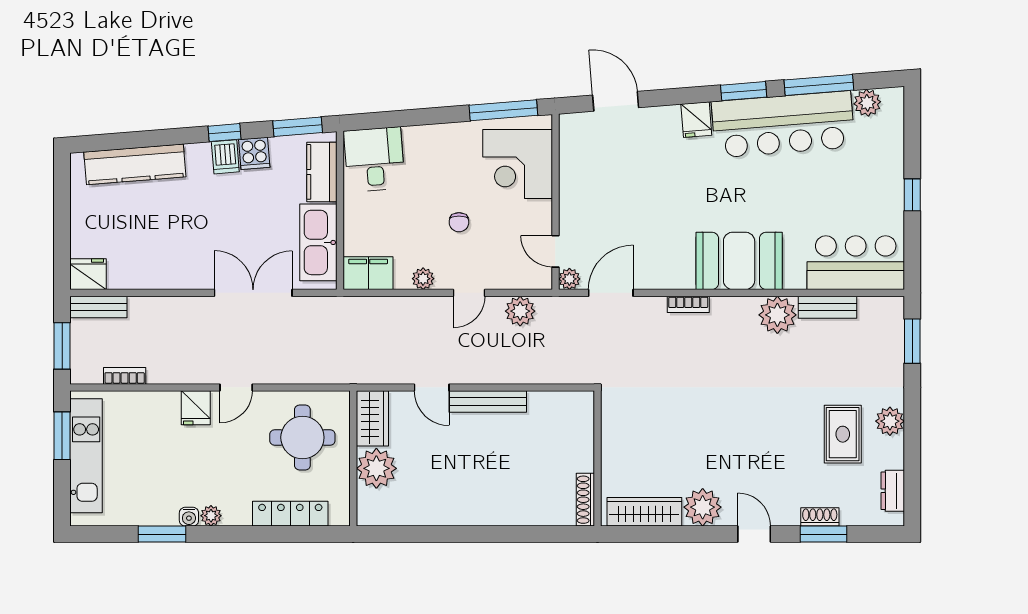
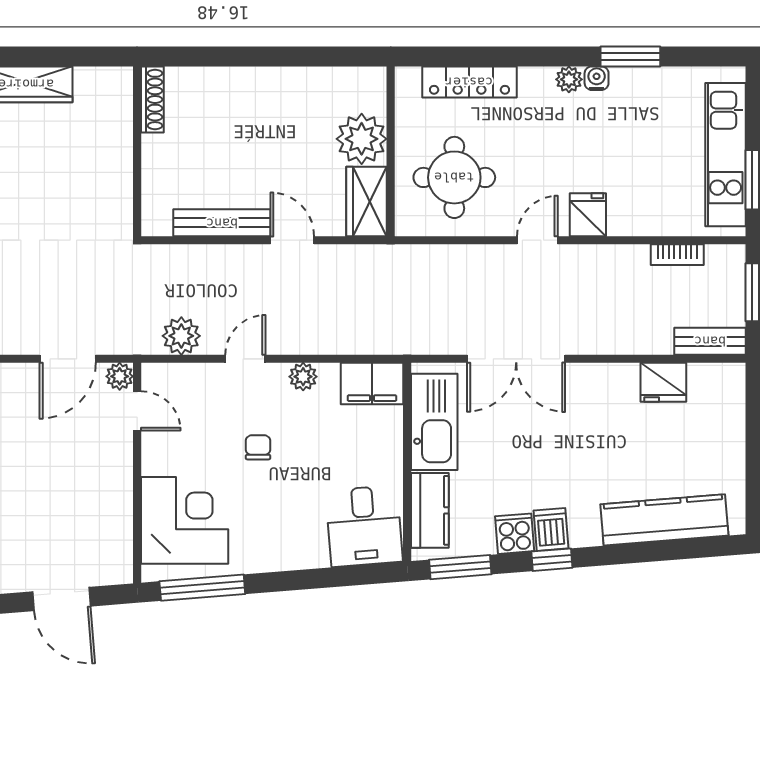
fridge: (88, 274) -> (663, 382), moved
wall: (597, 458) -> (137, 151), moved
shoe rack: (585, 500) -> (152, 99), moved

